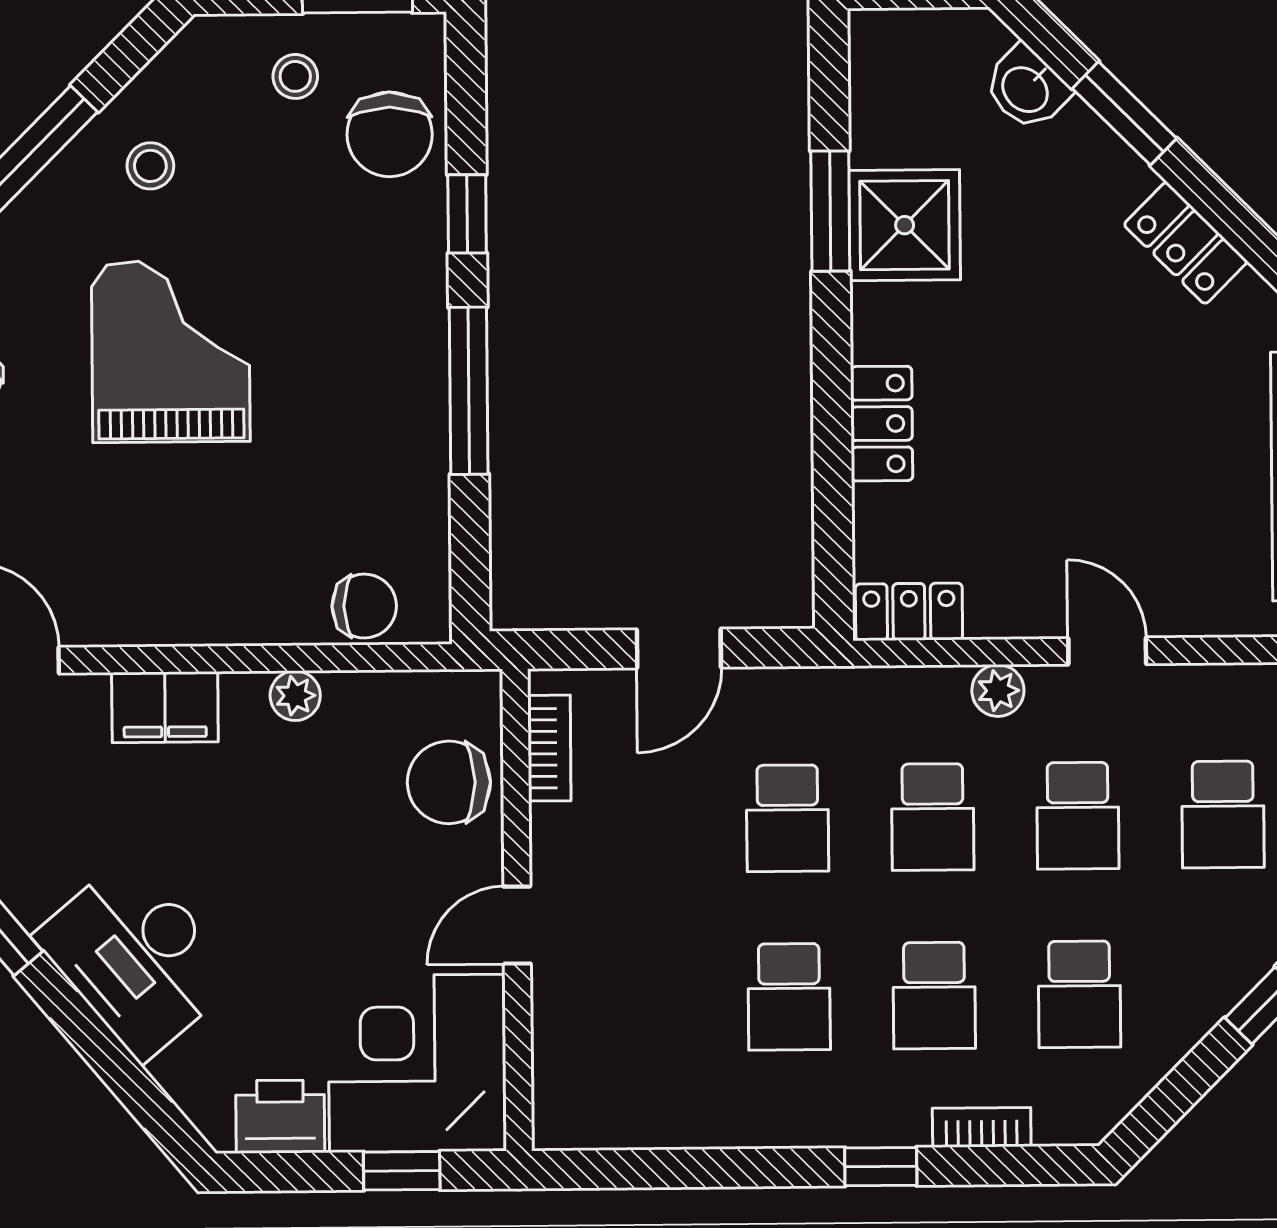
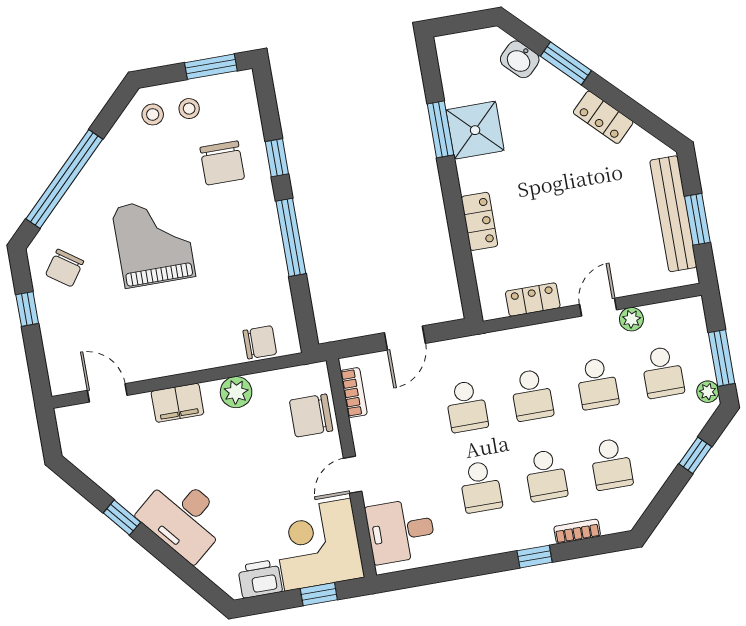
chair: (390, 134) -> (222, 163), moved
stool: (150, 166) -> (153, 114), moved
locker: (909, 612) -> (533, 300), moved
door: (1107, 651) -> (598, 307), hinge flipped
plant: (998, 691) -> (631, 319), moved
plant: (295, 696) -> (236, 392), width x1.38, depth x1.38
desk: (601, 1064) -> (401, 531), added

